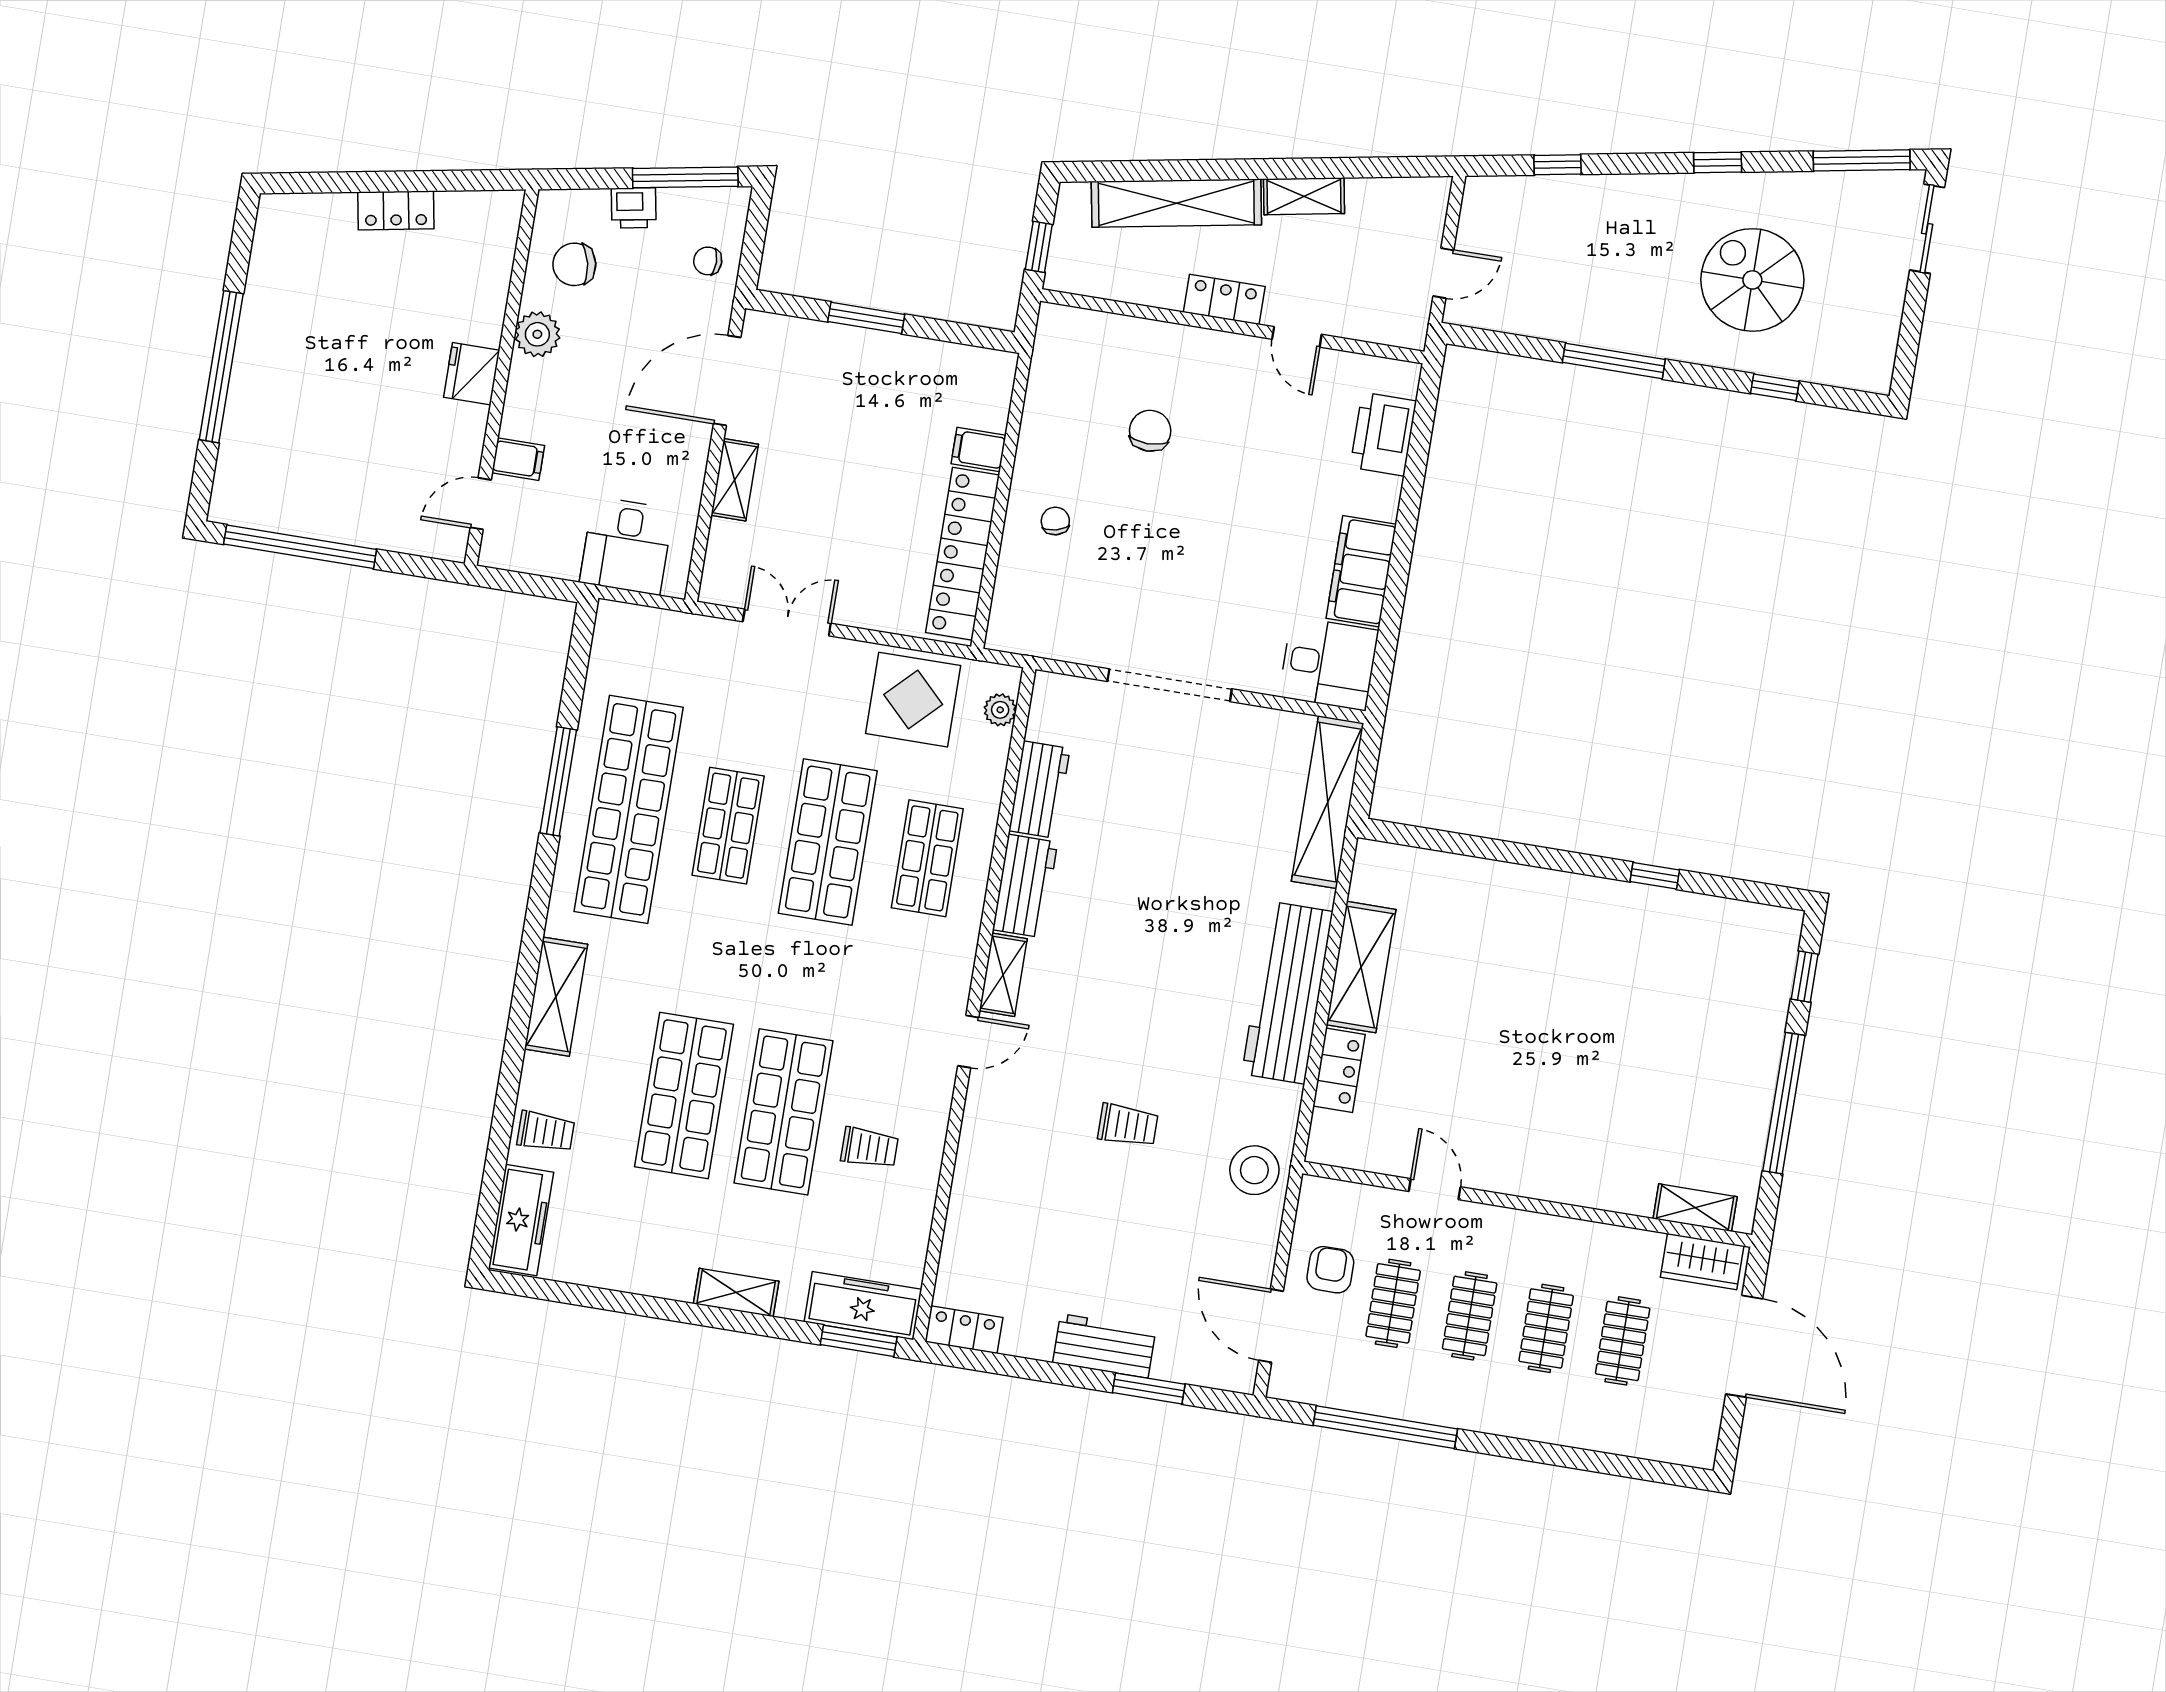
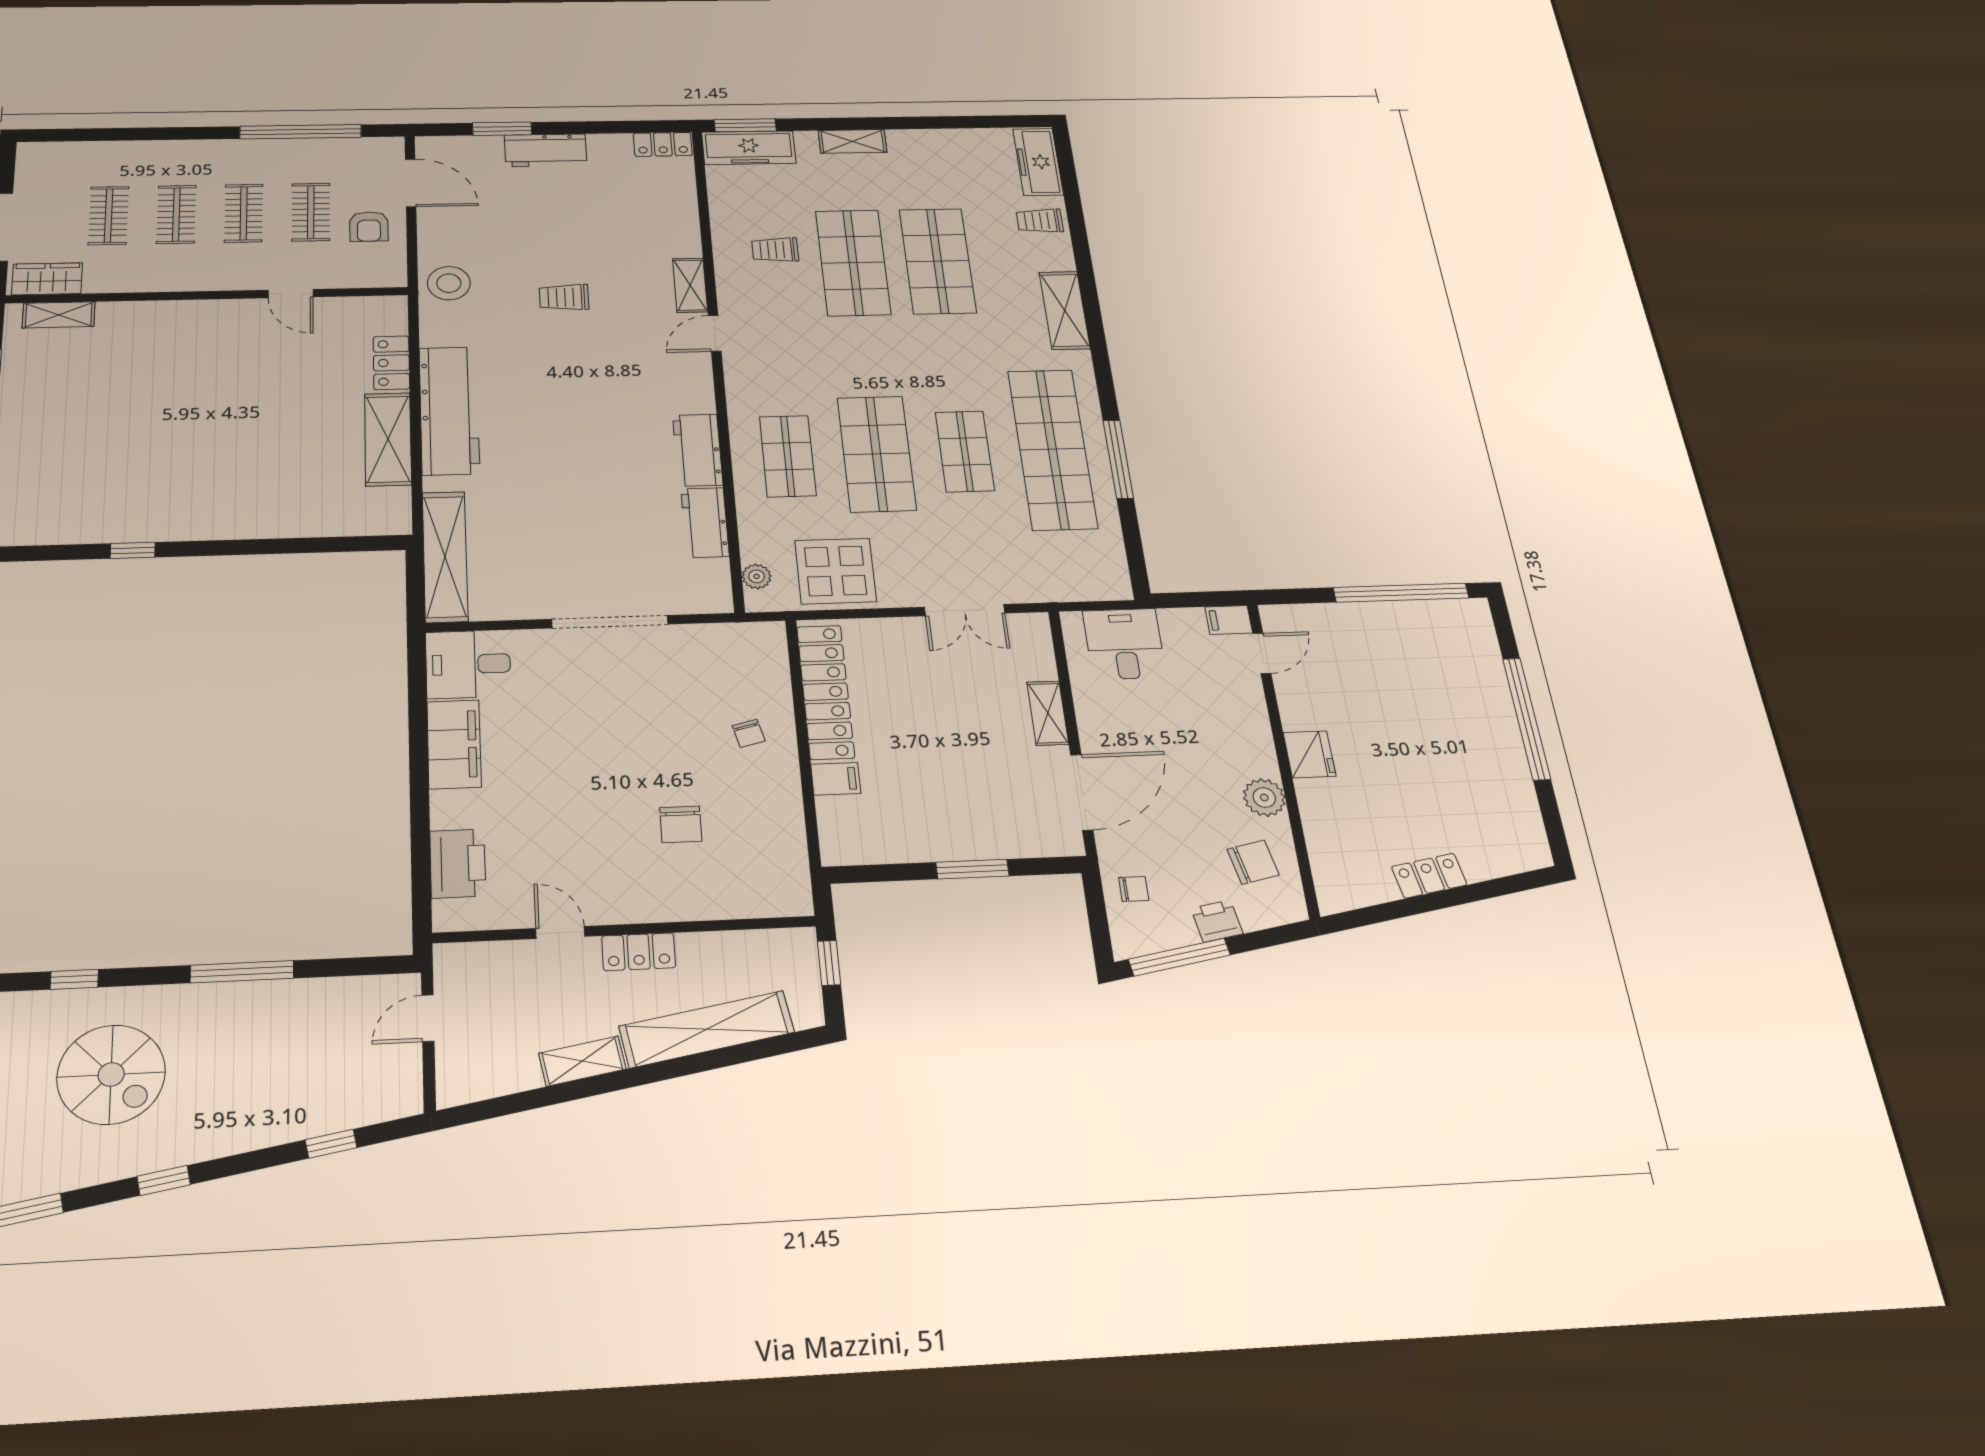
filing cabinet: (518, 459) -> (1229, 620), moved
shelving: (1003, 975) -> (690, 285), moved

